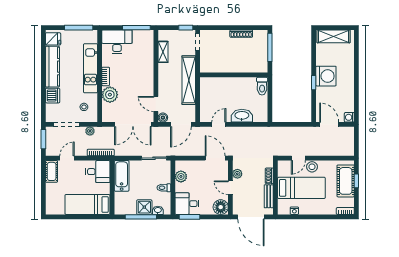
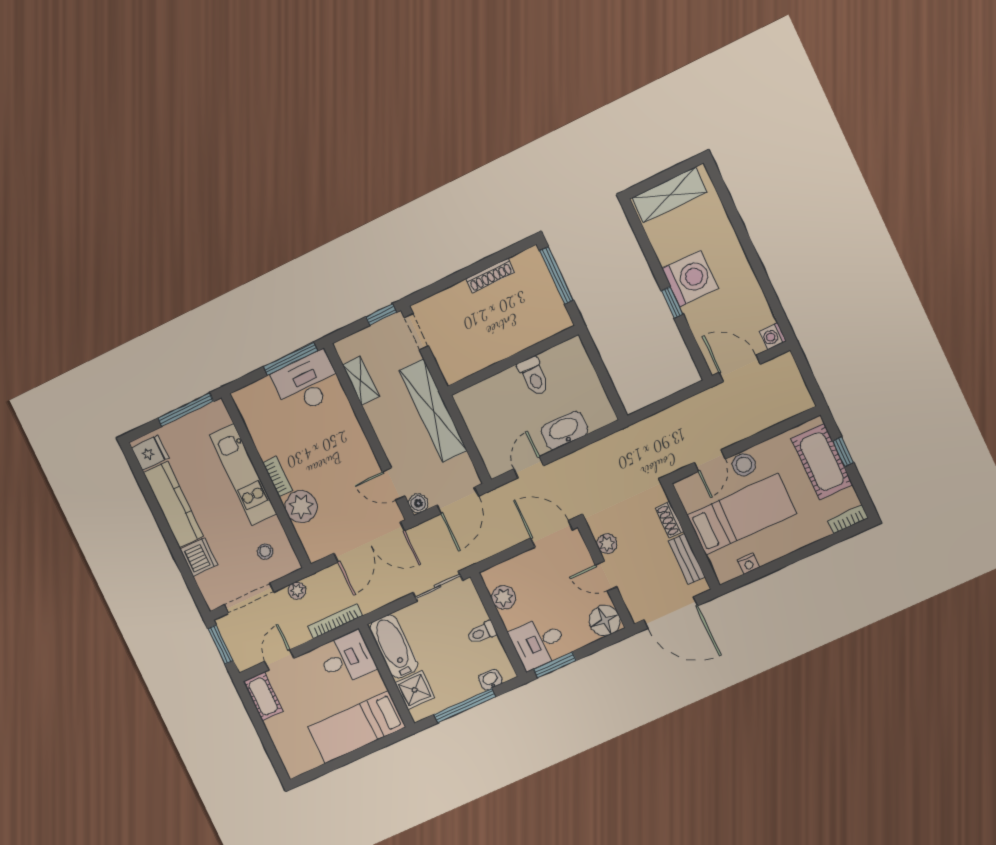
desk: (117, 42) -> (307, 383), moved
toilet: (262, 86) -> (534, 376), moved
shower: (144, 207) -> (415, 690), moved

